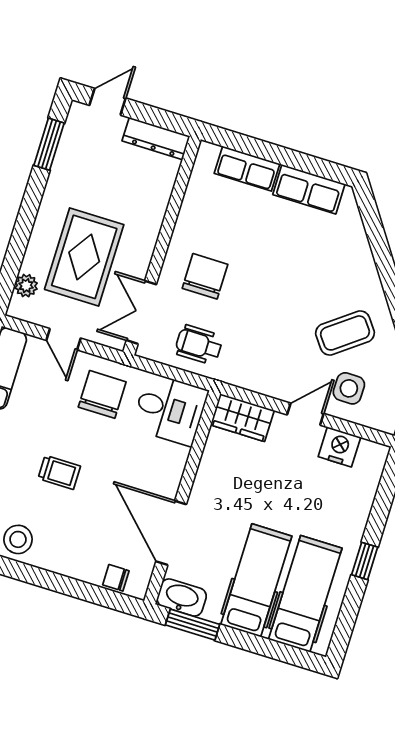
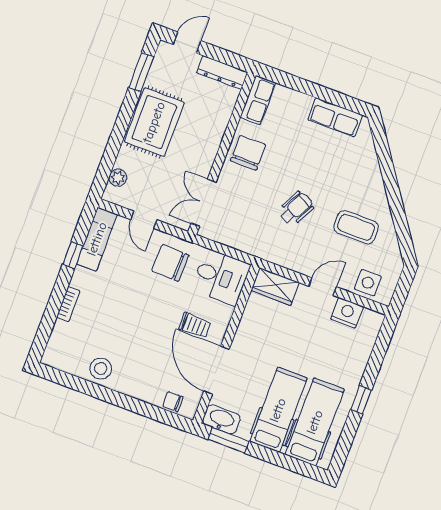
row of seats: (247, 169) -> (258, 100), moved, turned -90
rug: (84, 257) -> (154, 122), moved
chair: (205, 276) -> (248, 153), moved
coffee table: (345, 333) -> (356, 227), turned 37
wheelchair: (199, 345) -> (296, 208), moved, turned 117
side table: (349, 388) -> (368, 283), moved
chair: (102, 394) -> (170, 263), turned -88
trolley: (59, 472) -> (195, 325), moved

